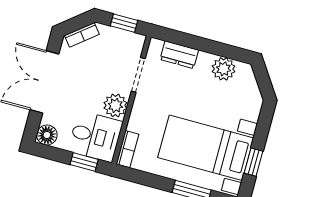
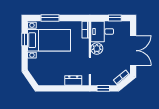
plant: (224, 69) -> (51, 80), removed
floor lamp: (47, 135) -> (125, 26), removed
window: (84, 162) -> (115, 18), moved

